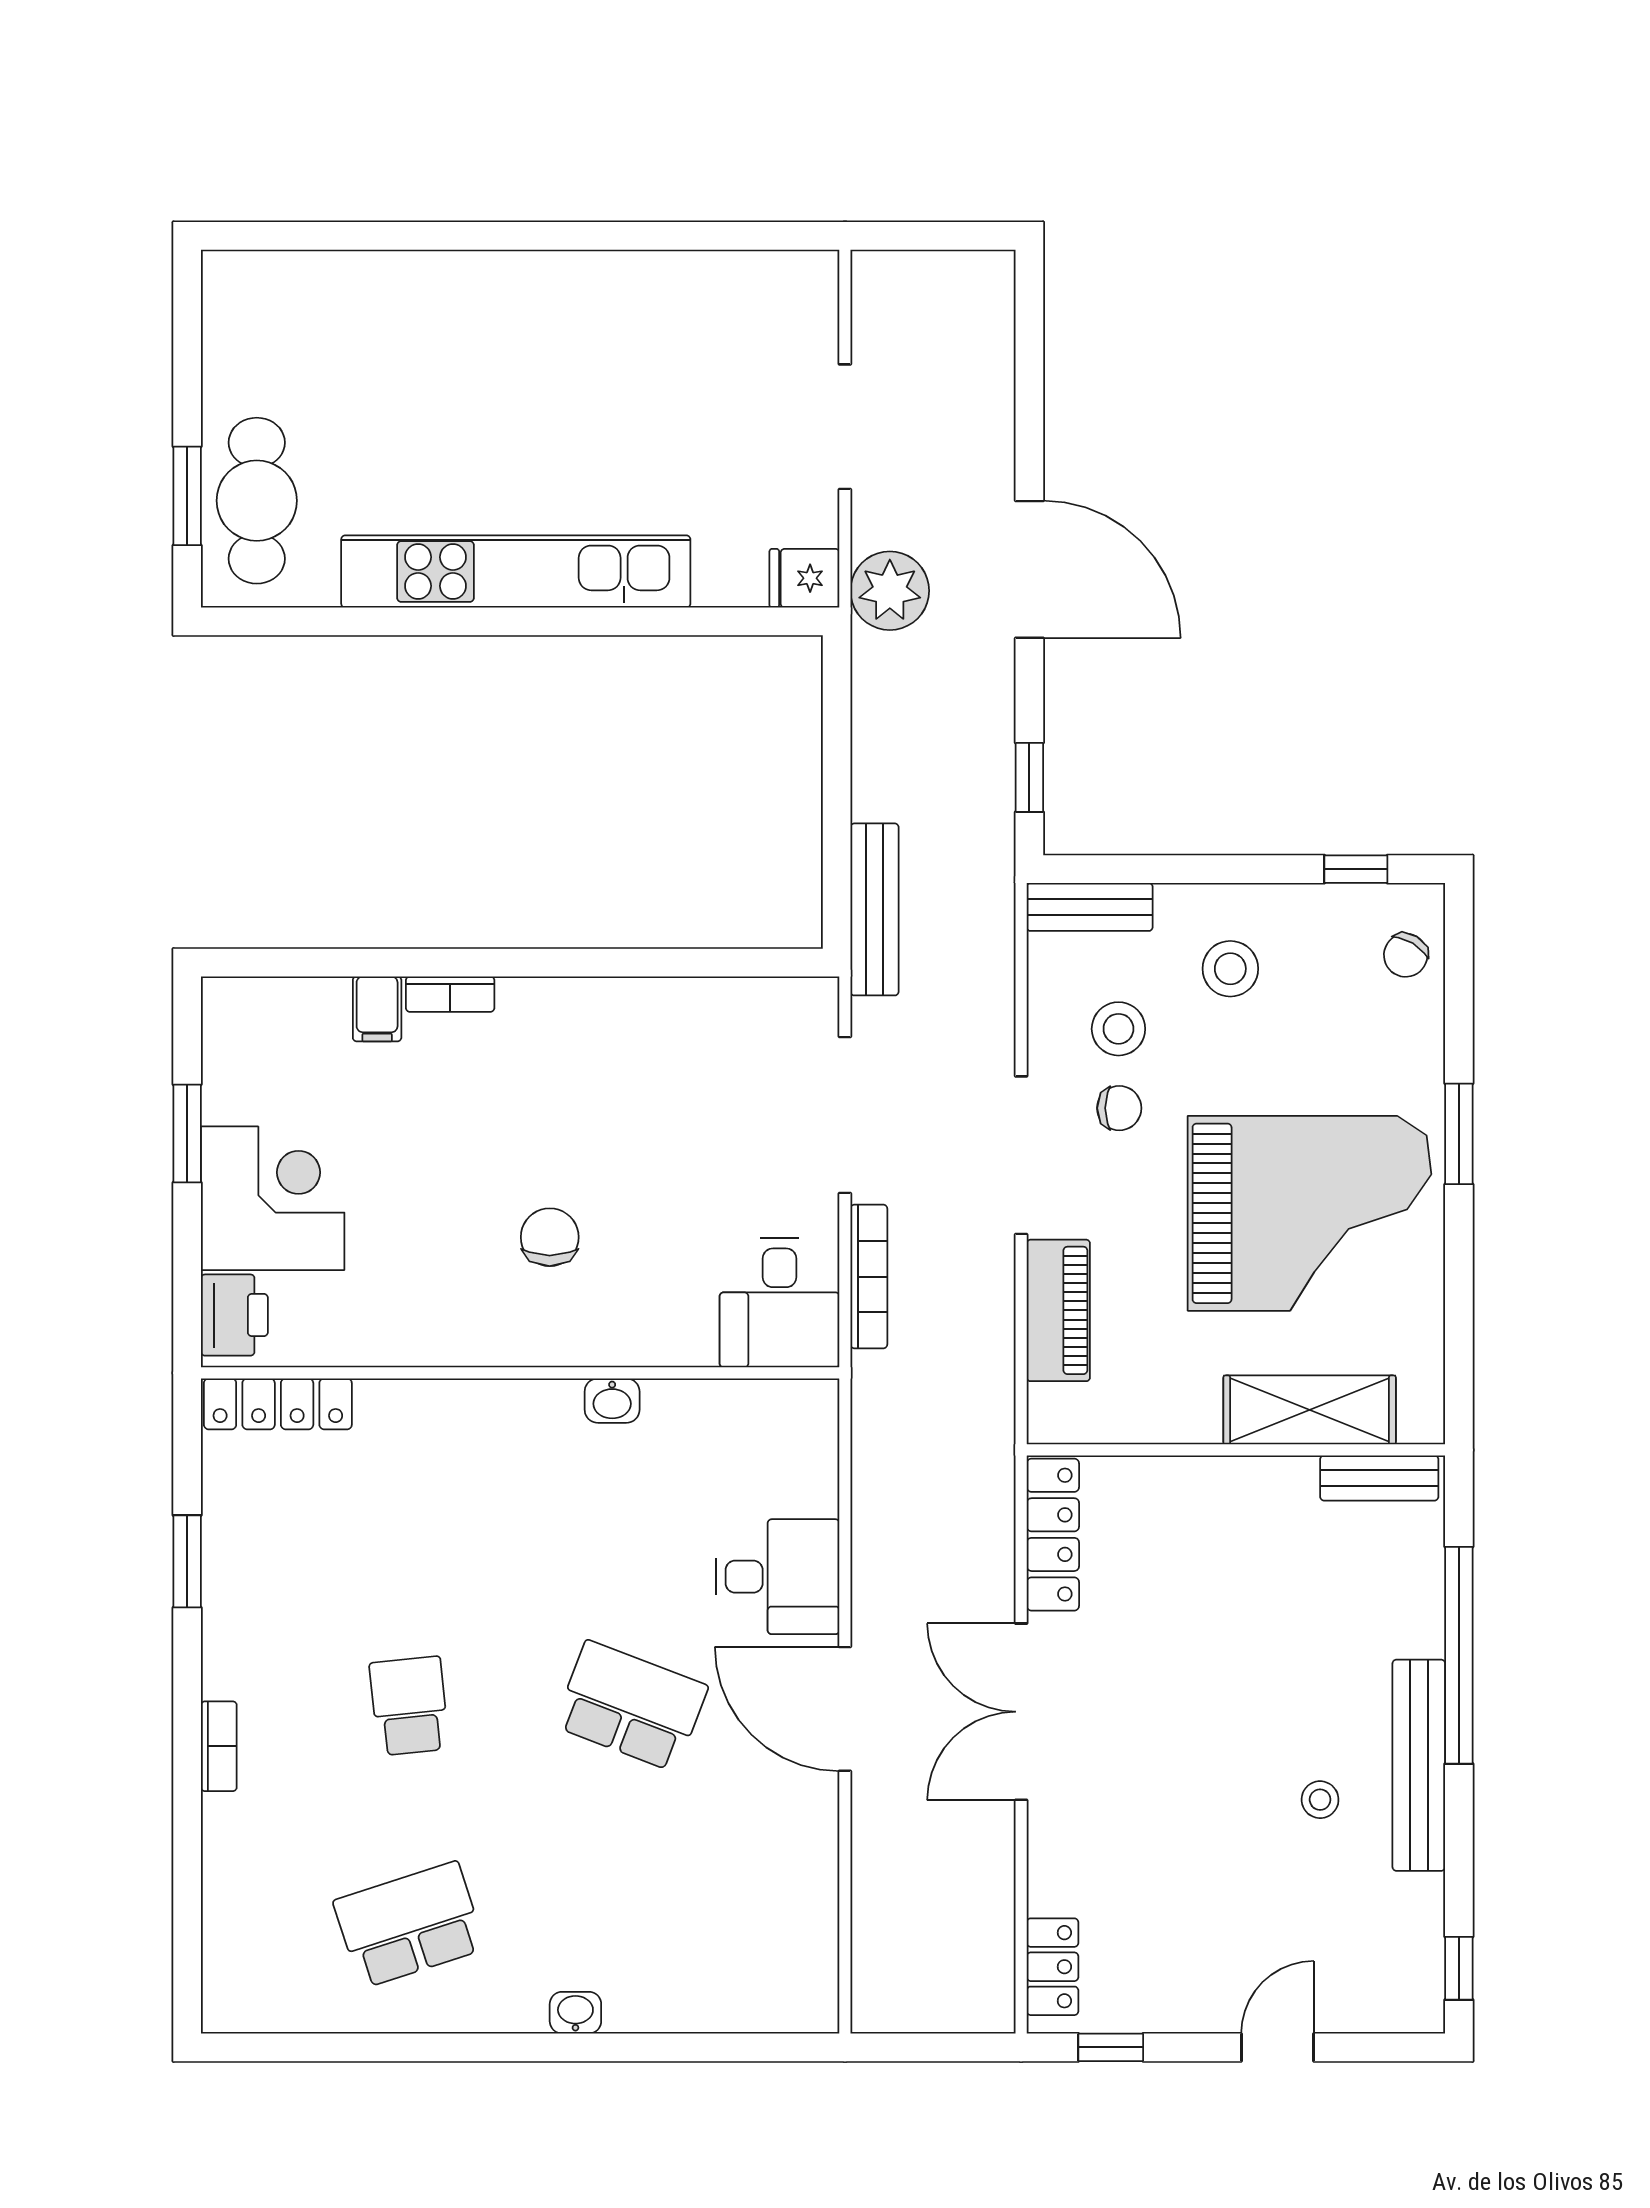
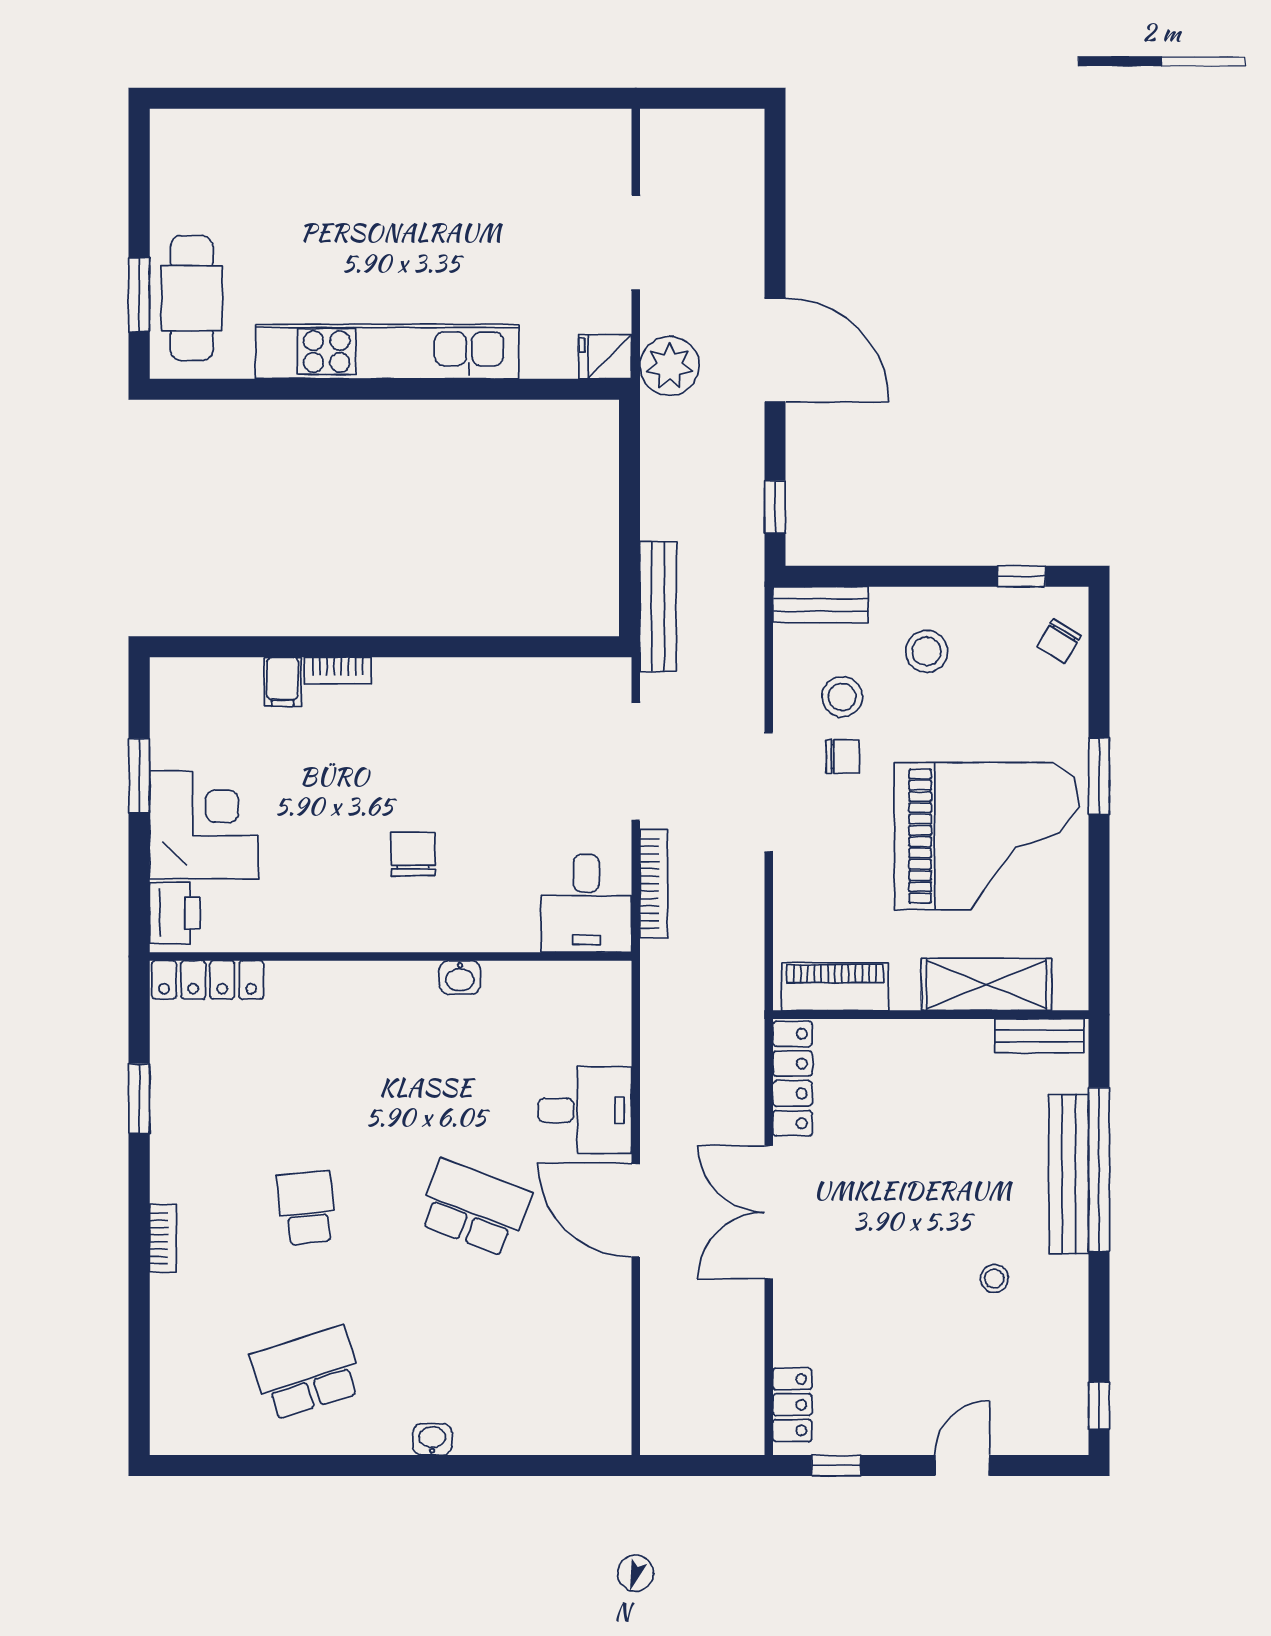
piano: (1058, 1310) -> (835, 987), moved, turned -90
bench: (1419, 1765) -> (1069, 1174), moved

